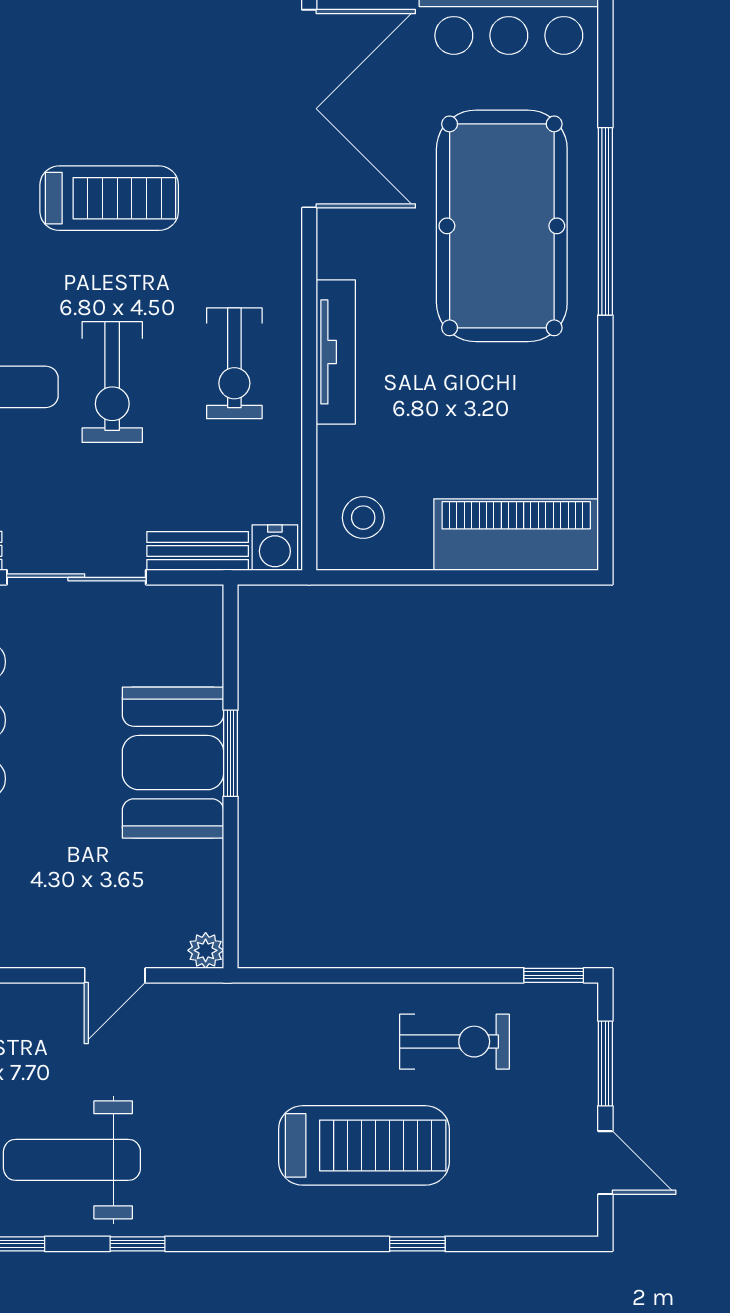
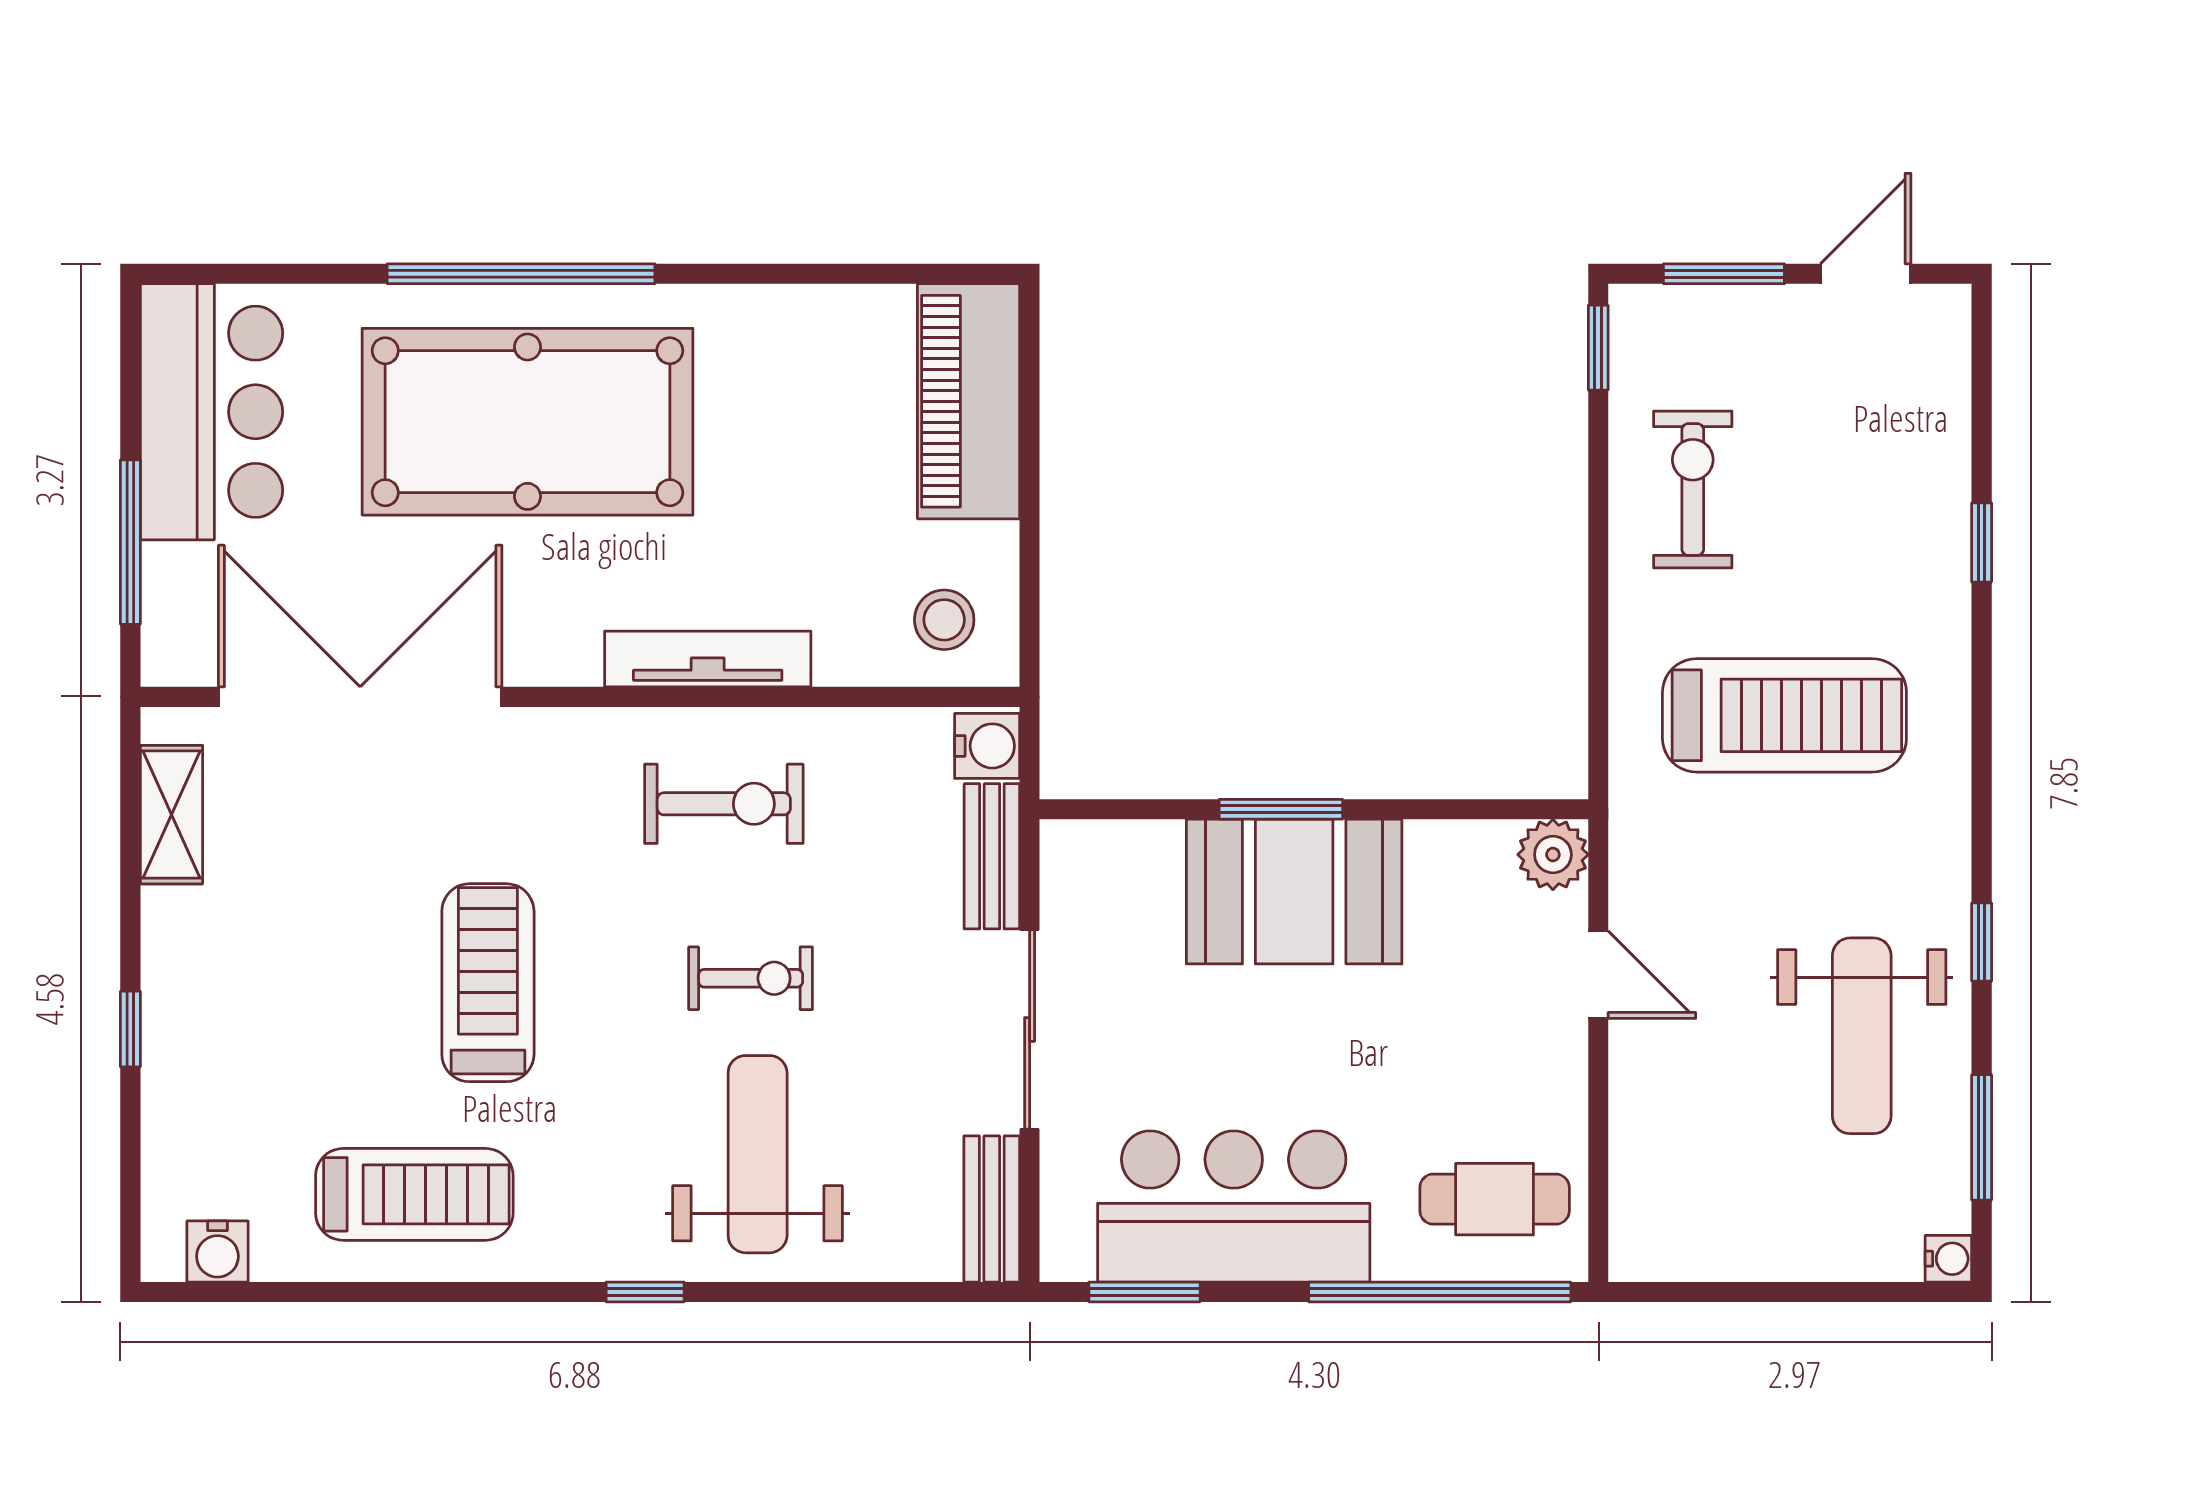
exercise bike: (112, 382) -> (751, 978), width x0.73, depth x0.72
plant: (206, 950) -> (1553, 855), width x1.38, depth x1.38
treadmill: (364, 1145) -> (1784, 715), moved, turned 90

